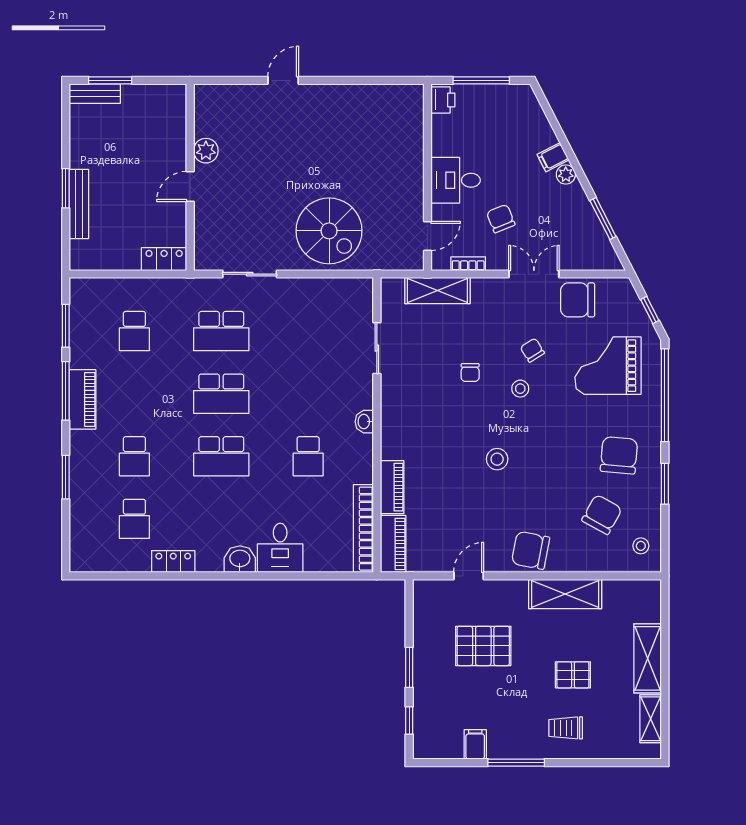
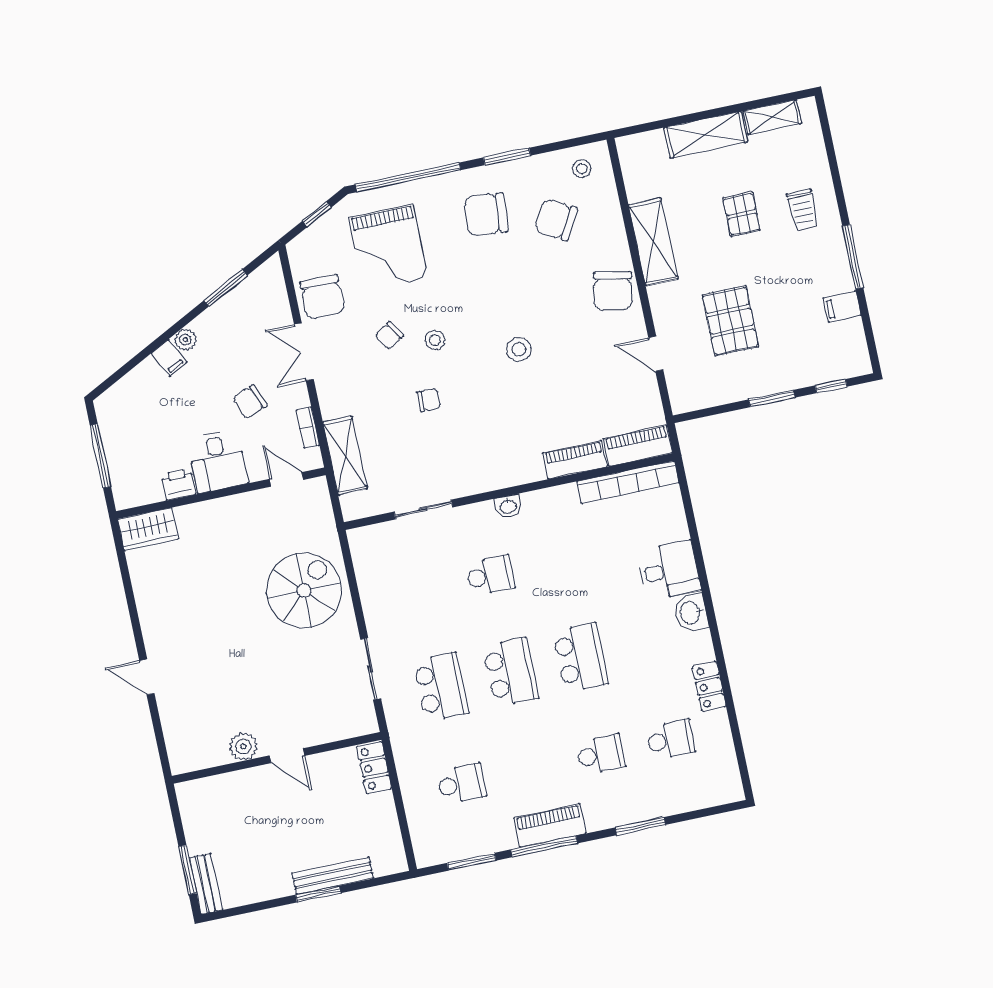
printer: (443, 100) -> (178, 484), moved
wardrobe: (410, 108) -> (148, 529), added
school desk: (308, 456) -> (490, 575), moved

